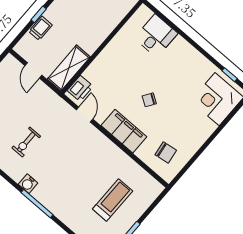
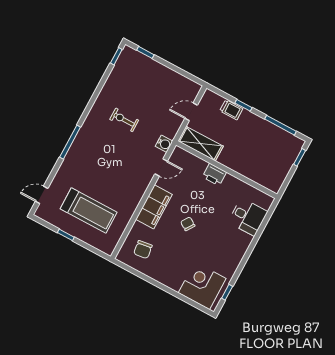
printer: (80, 88) -> (214, 174), moved
water cooler: (28, 184) -> (164, 144), moved, turned 180
treadmill: (113, 200) -> (89, 211), width x1.37, depth x1.38

